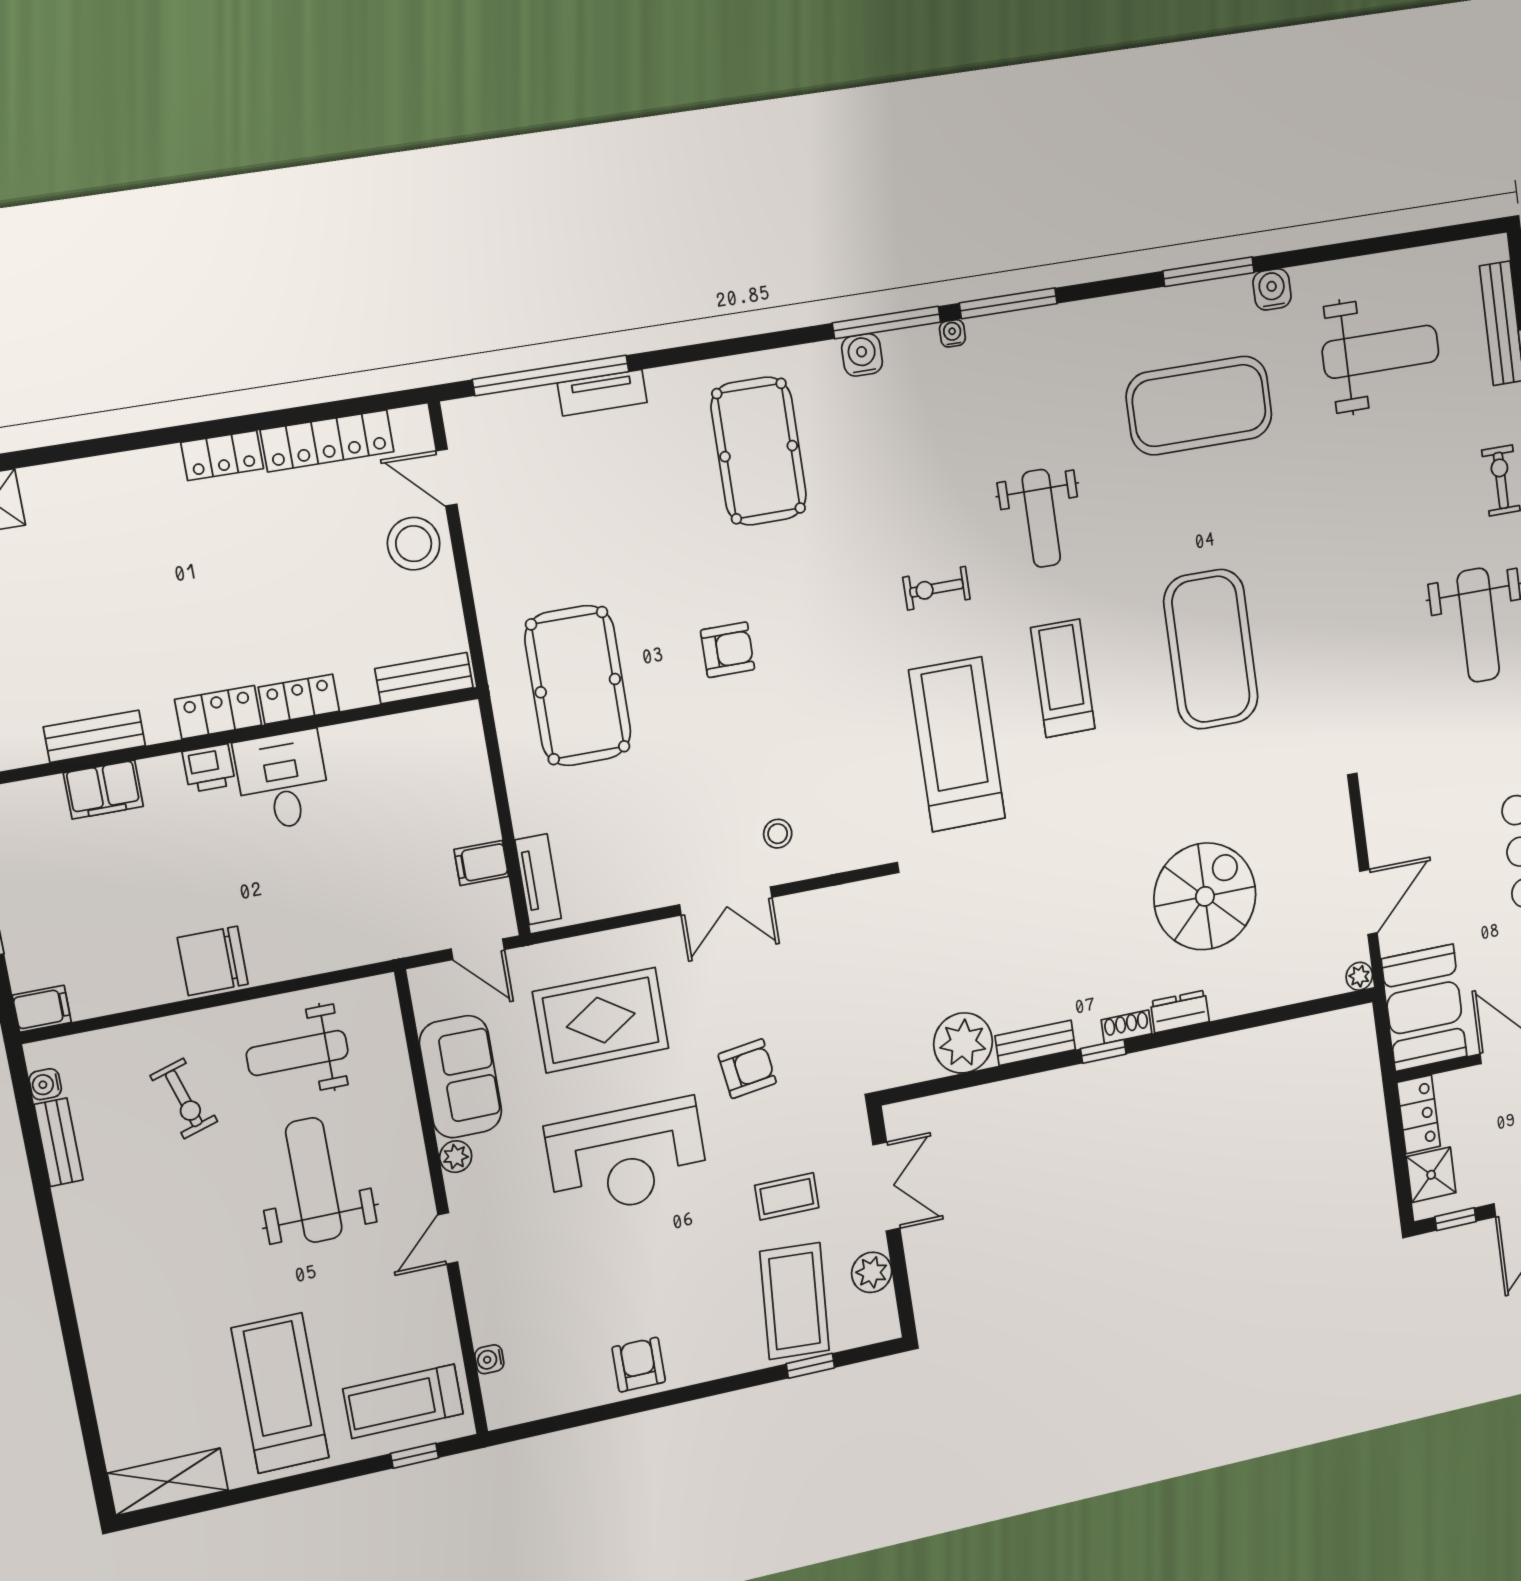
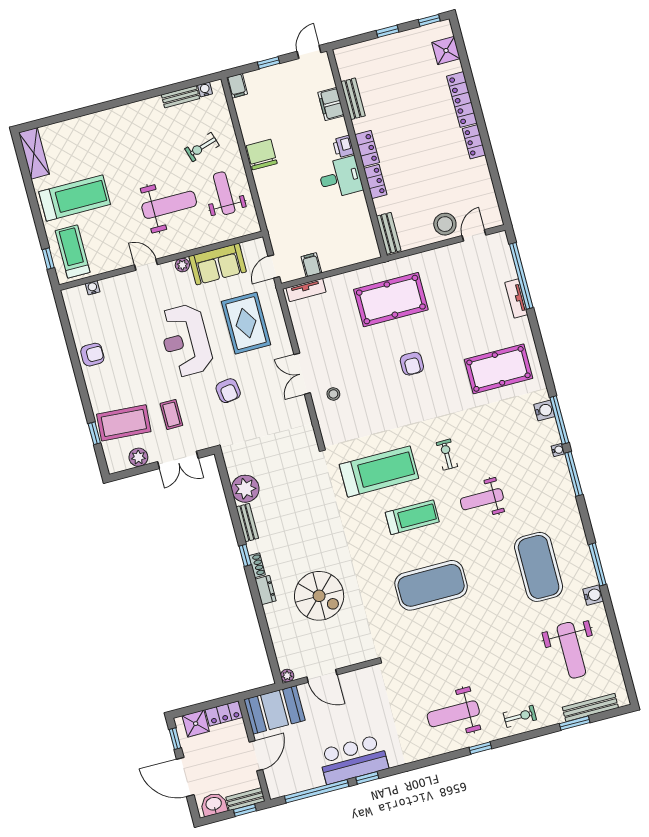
locker: (327, 441) -> (462, 100), moved

